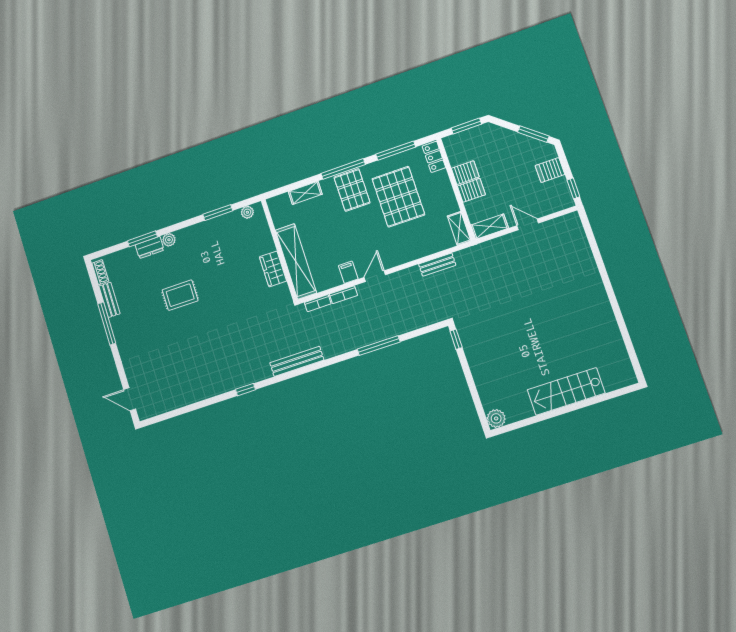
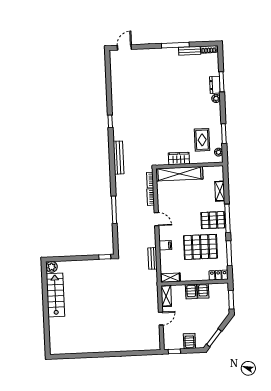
filing cabinet: (348, 272) -> (165, 245), moved
rug: (180, 295) -> (202, 140), moved
stairs: (566, 391) -> (55, 295), moved

